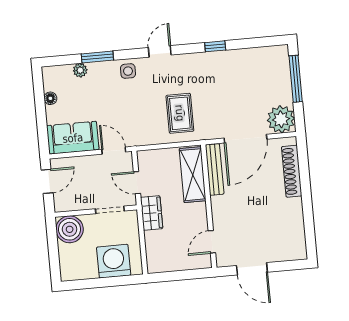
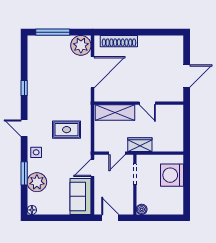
plant: (80, 70) -> (37, 182), width x1.88, depth x1.88
floor lamp: (50, 98) -> (32, 210), moved
rug: (180, 113) -> (67, 130), moved
door: (245, 139) -> (92, 72), hinge flipped
bench: (215, 169) -> (113, 96), removed
boiler: (70, 229) -> (142, 209), width x0.54, depth x0.54
door: (212, 242) -> (147, 103), moved

